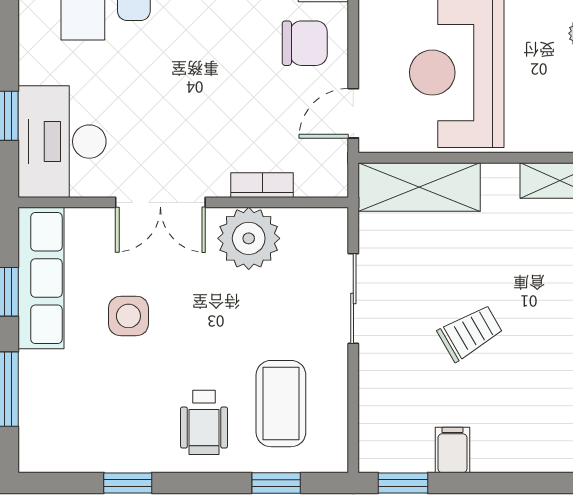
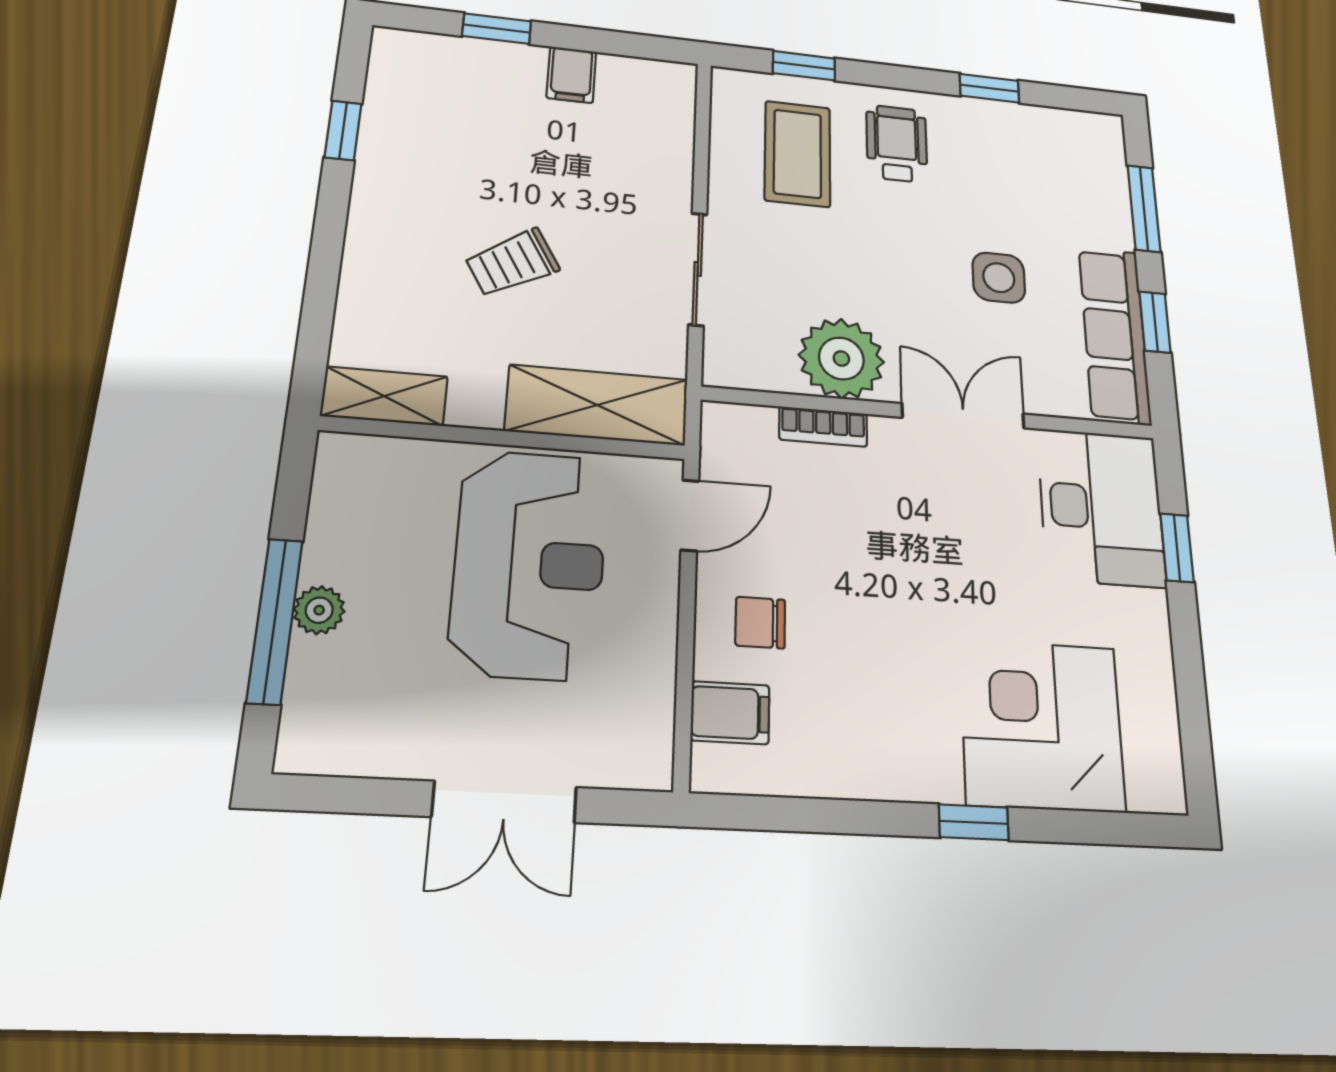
chair: (305, 43) -> (760, 623), width x0.73, depth x0.73
trolley: (470, 333) -> (512, 263), moved
window: (403, 483) -> (497, 29), moved

